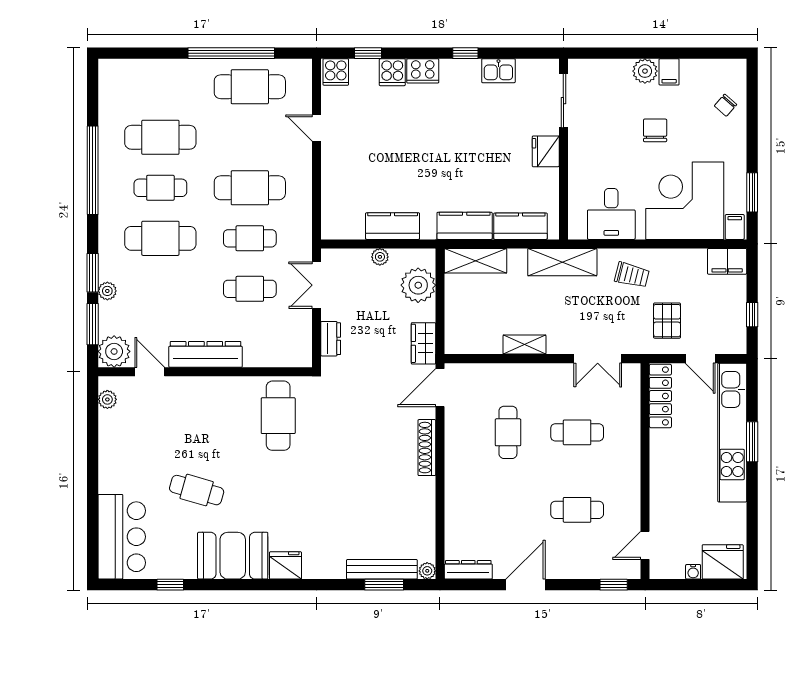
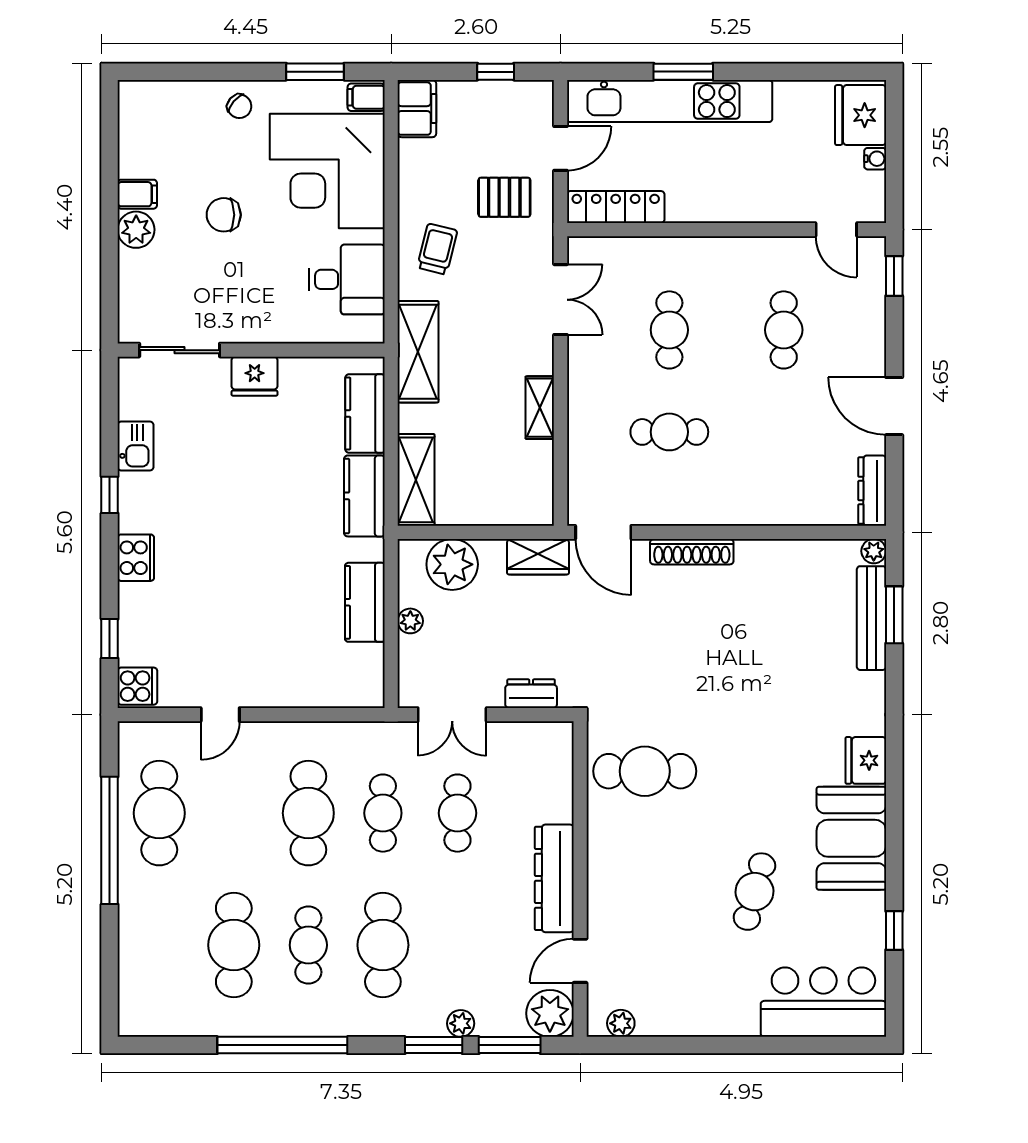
cooker: (392, 72) -> (138, 603), removed
chair: (725, 105) -> (239, 106), moved

